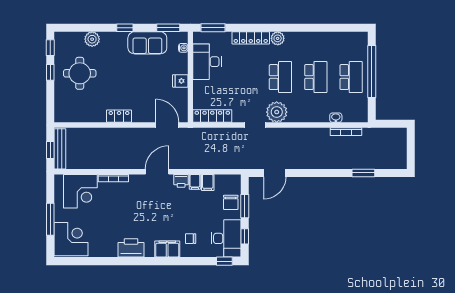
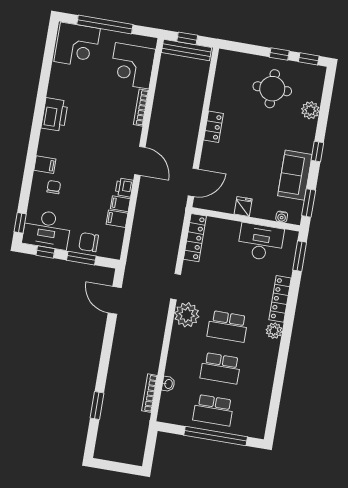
window: (50, 219) -> (105, 24), width x1.46
filing cabinet: (167, 249) -> (45, 165), width x0.50

